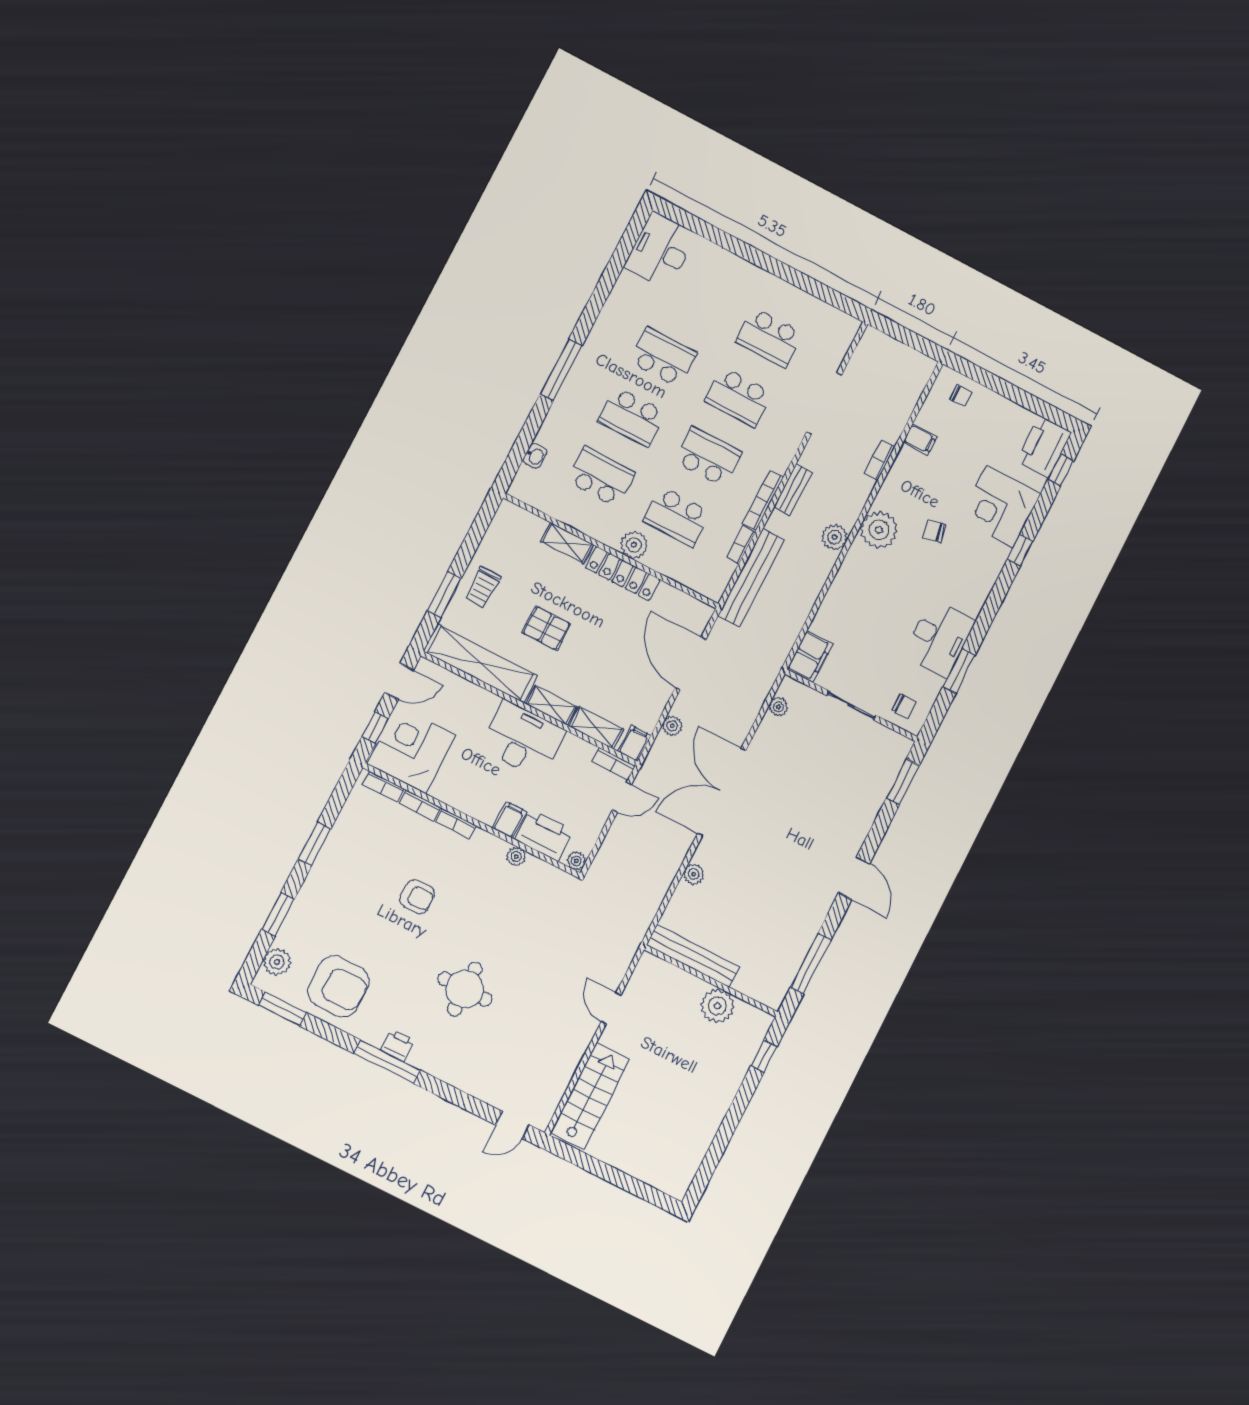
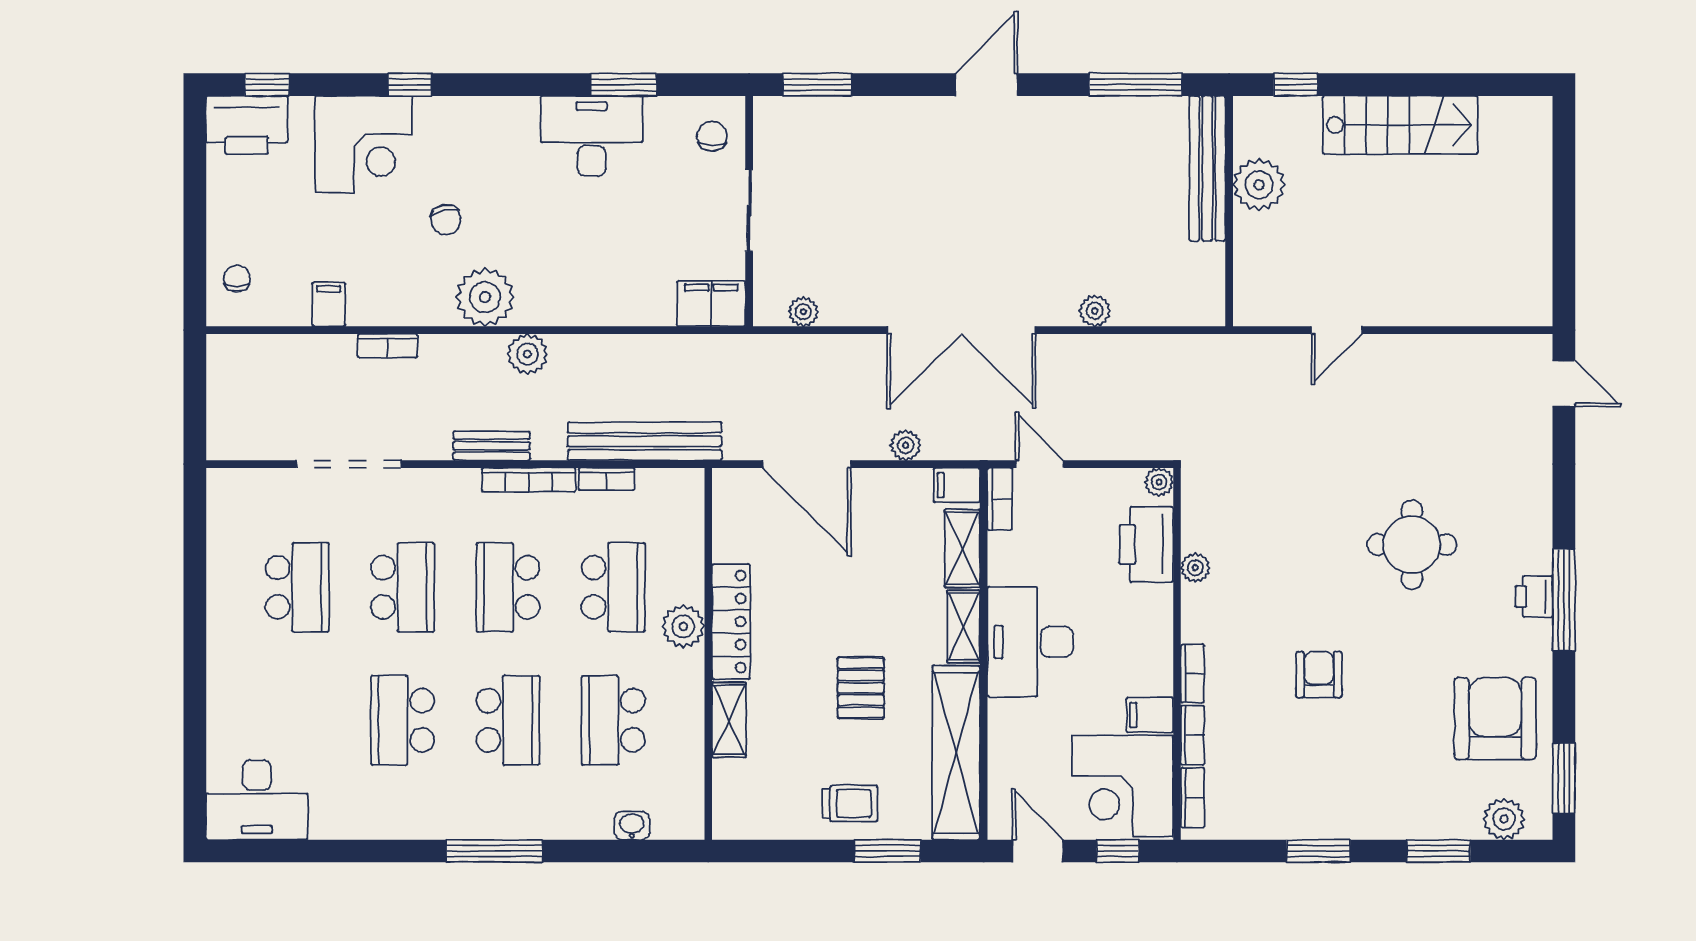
door: (691, 664) -> (807, 464), hinge flipped
filing cabinet: (509, 820) -> (1150, 715), moved
bench: (693, 956) -> (1207, 168), moved
stairs: (590, 1096) -> (1400, 125), moved, turned 180

